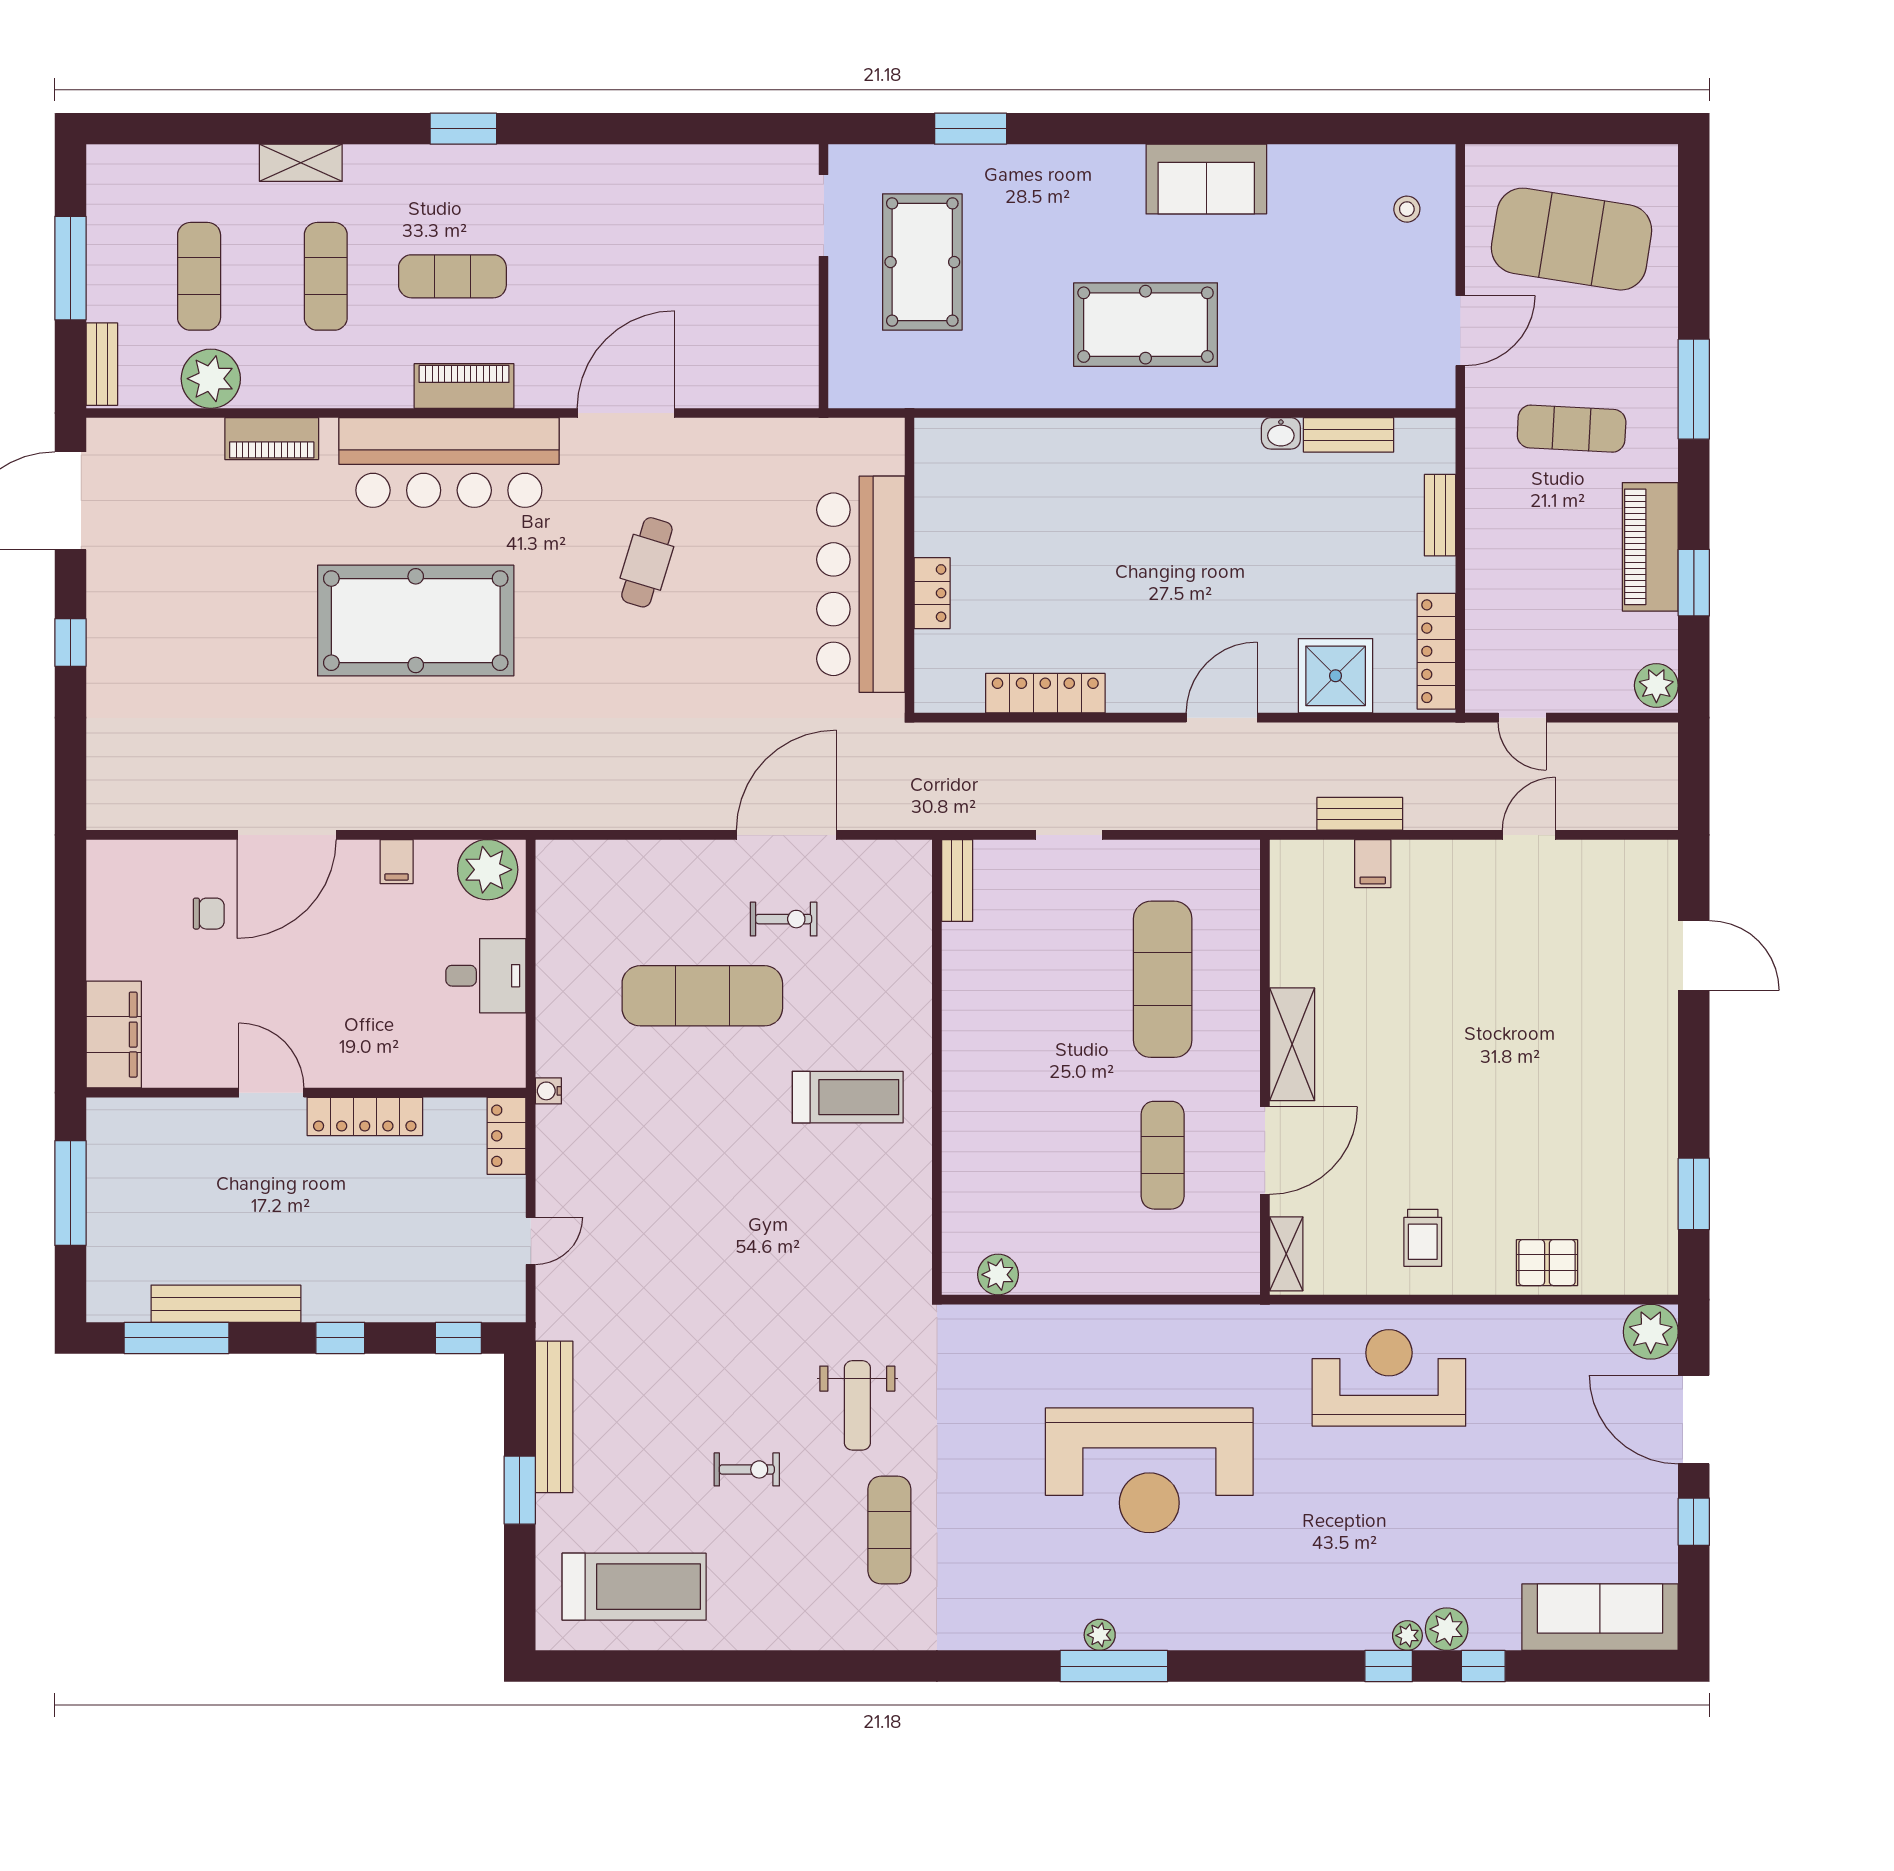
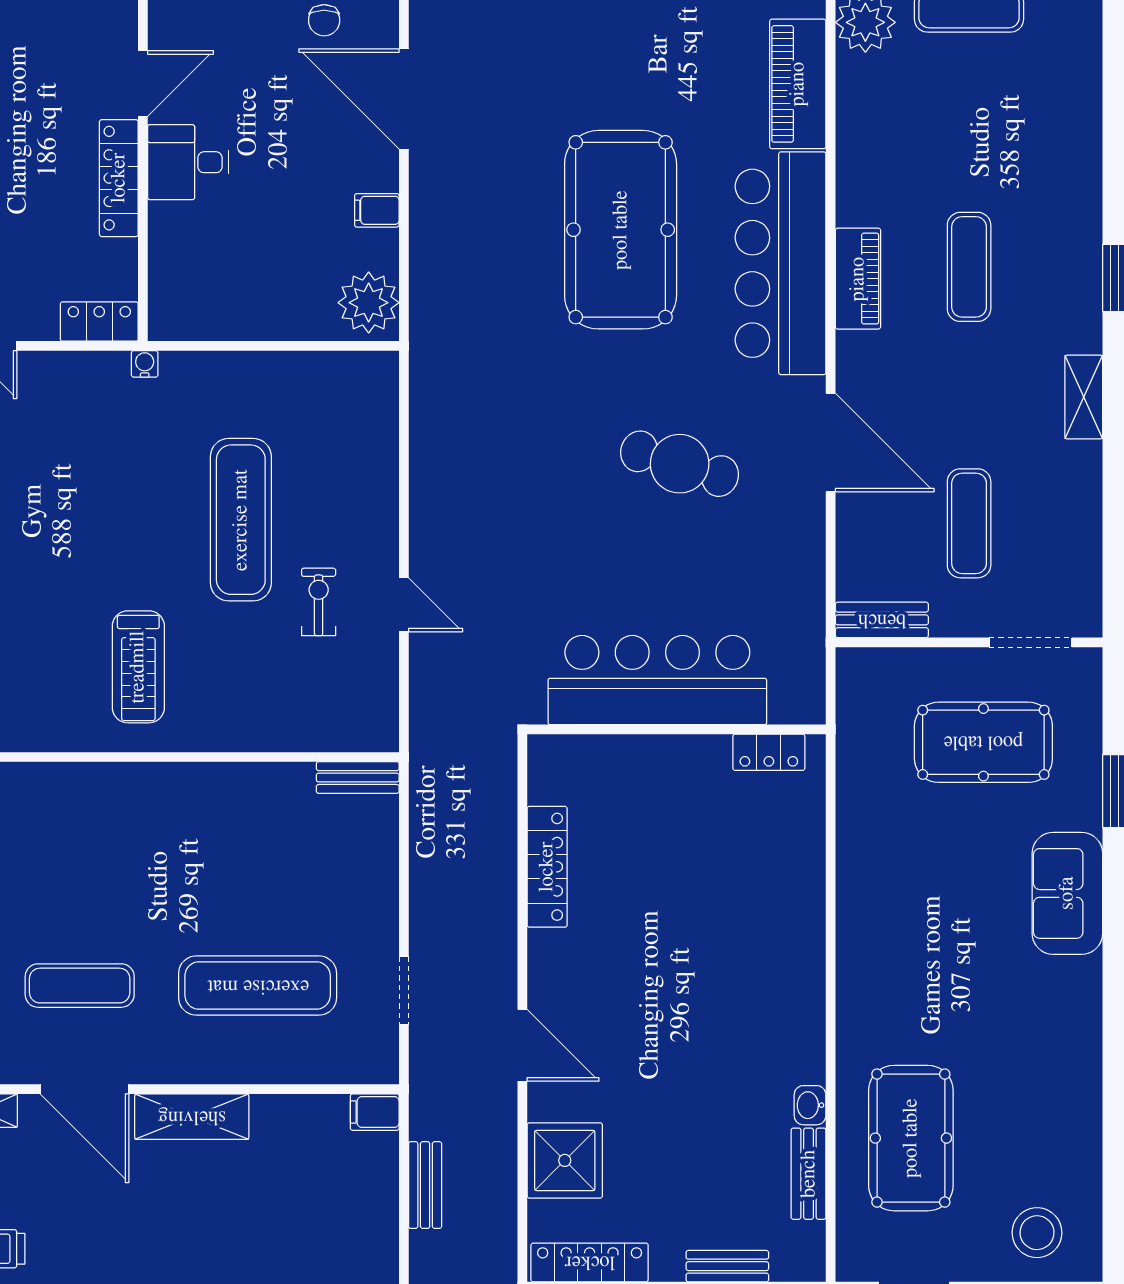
shelving: (301, 163) -> (1084, 397), moved
sofa: (1206, 179) -> (1067, 893), moved
stool: (1407, 209) -> (1037, 1233), width x1.89, depth x1.89
exercise mat: (326, 276) -> (969, 523), moved, turned 90
pool table: (1146, 325) -> (911, 1138), moved
bench: (801, 362) -> (882, 620), added
piano: (272, 439) -> (798, 84), width x1.37, depth x1.33
cafe table: (647, 562) -> (680, 464), width x1.37, depth x1.35
locker: (932, 593) -> (769, 752), moved
door: (786, 835) -> (404, 605), width x0.53
doorway: (1069, 835) -> (404, 990), moved
filing cabinet: (1373, 864) -> (375, 1112), moved
exercise bike: (784, 919) -> (319, 602), turned 180
desk: (486, 976) -> (188, 162), moved, turned 90

